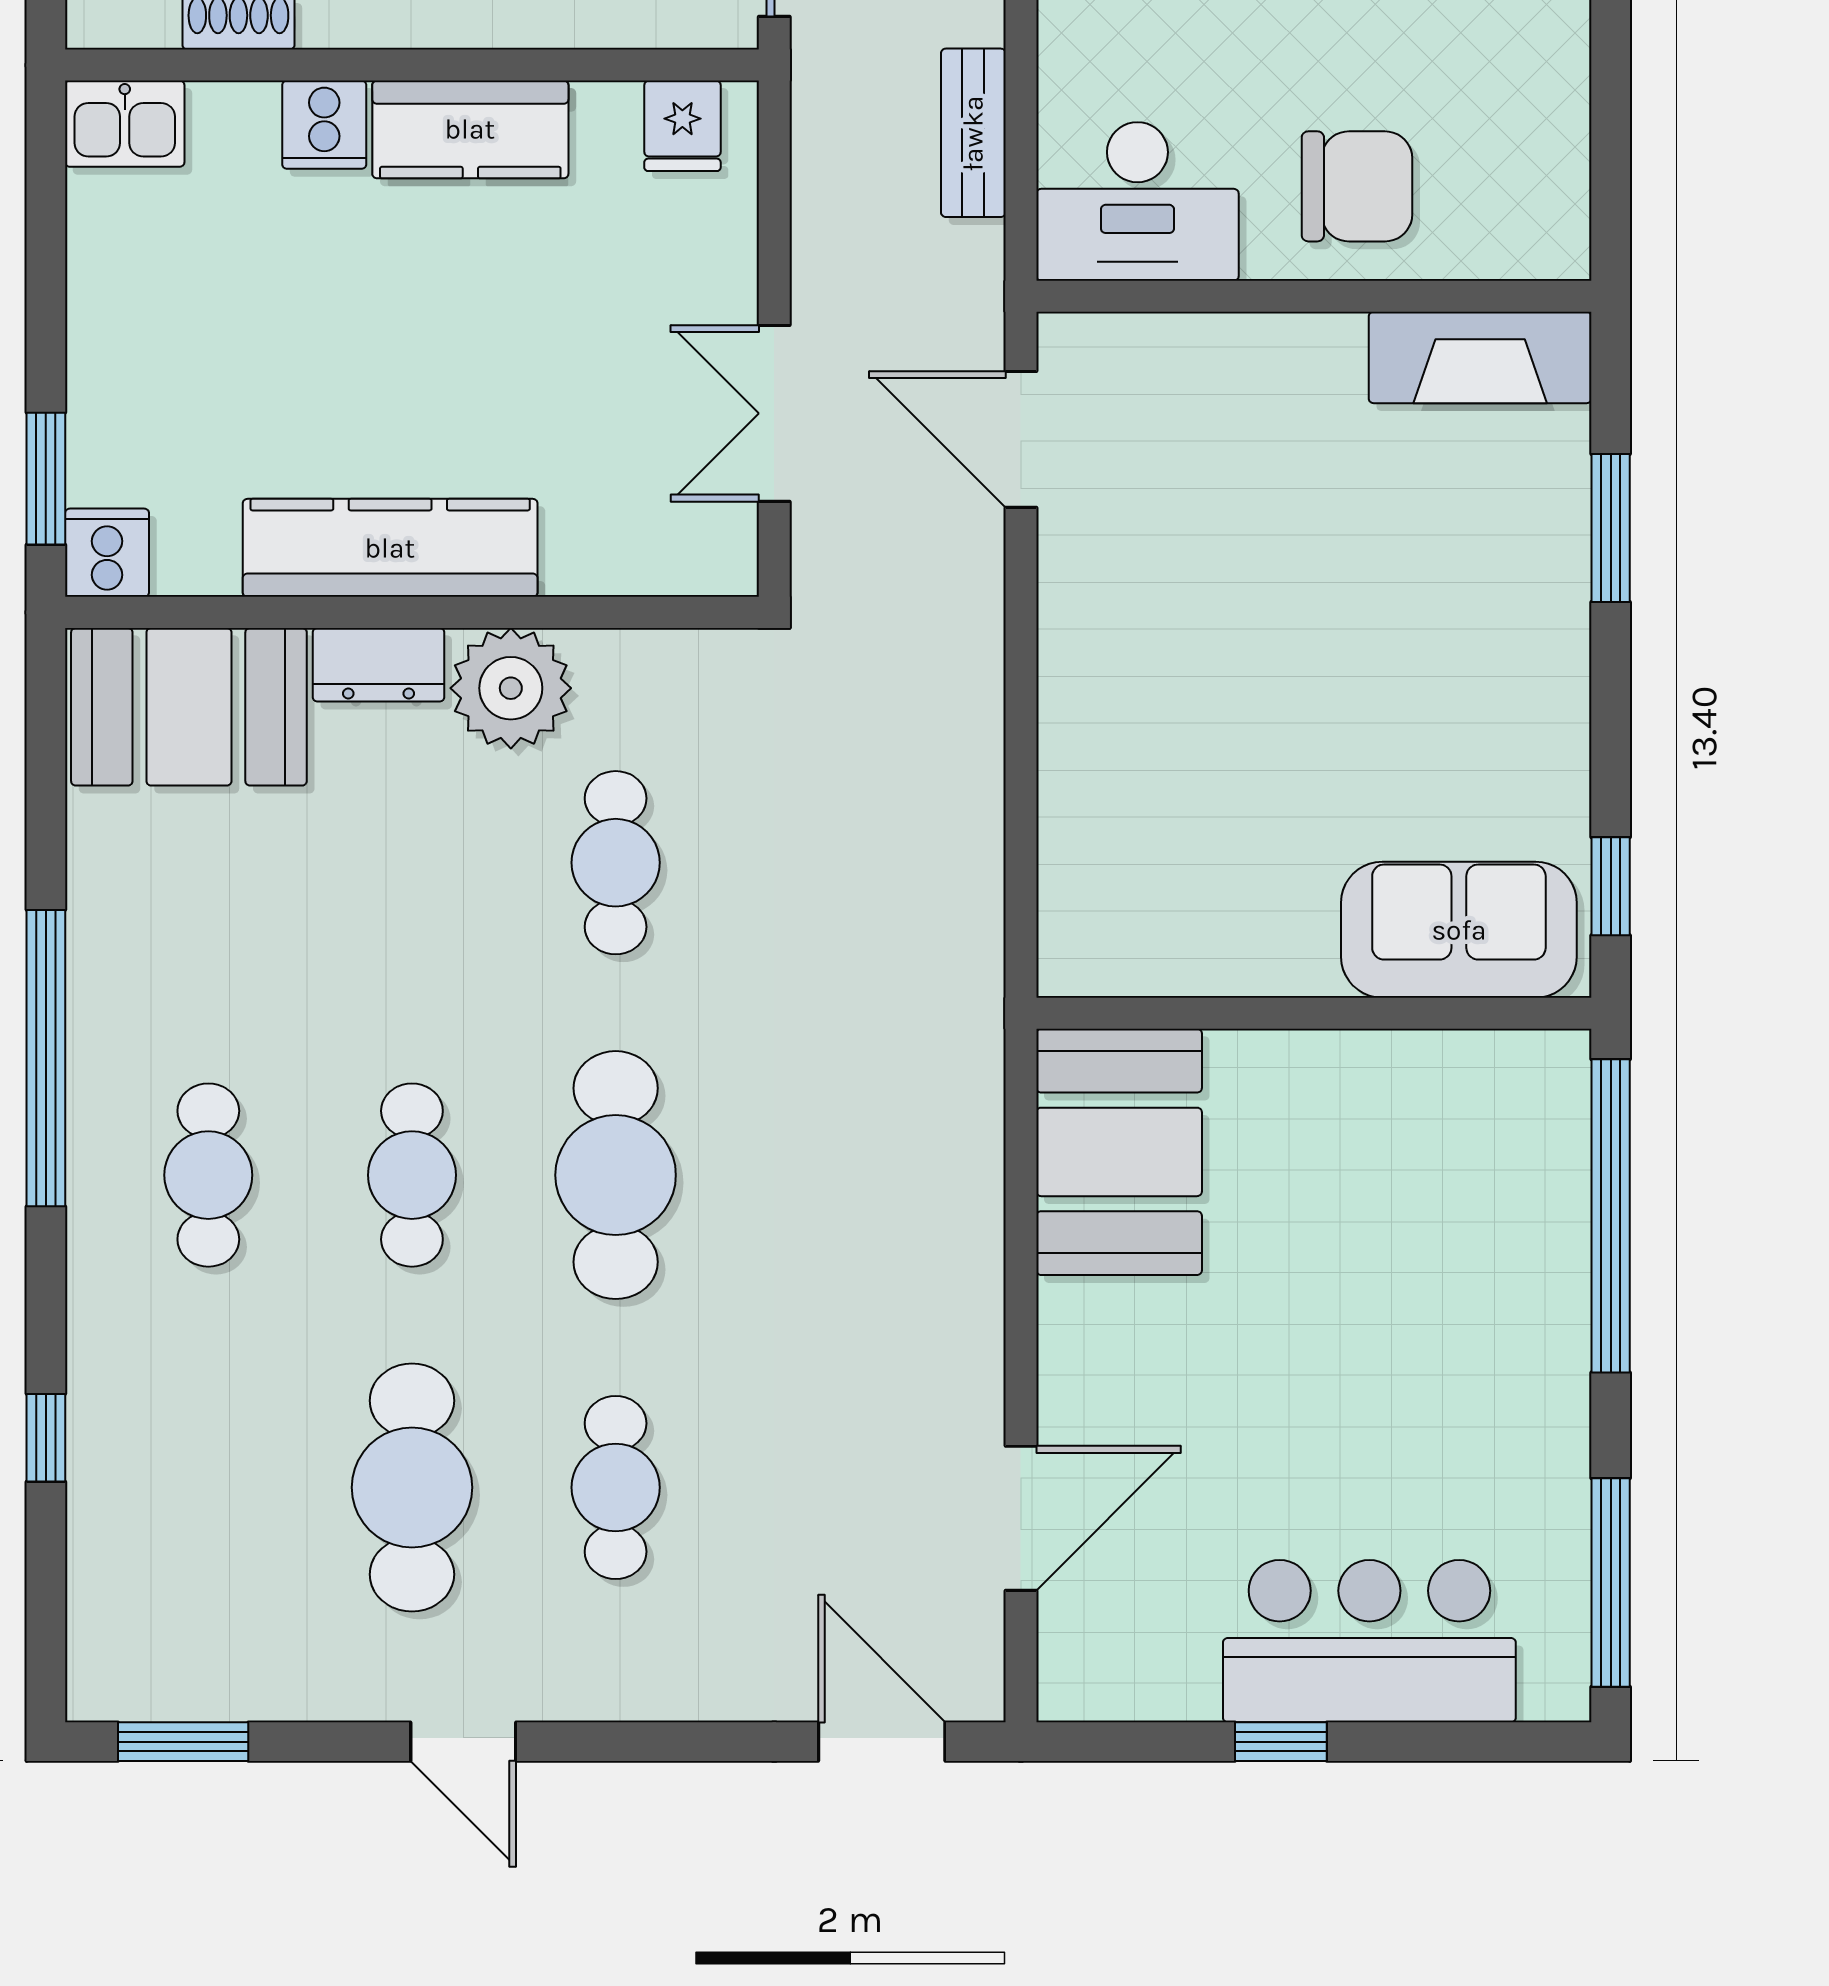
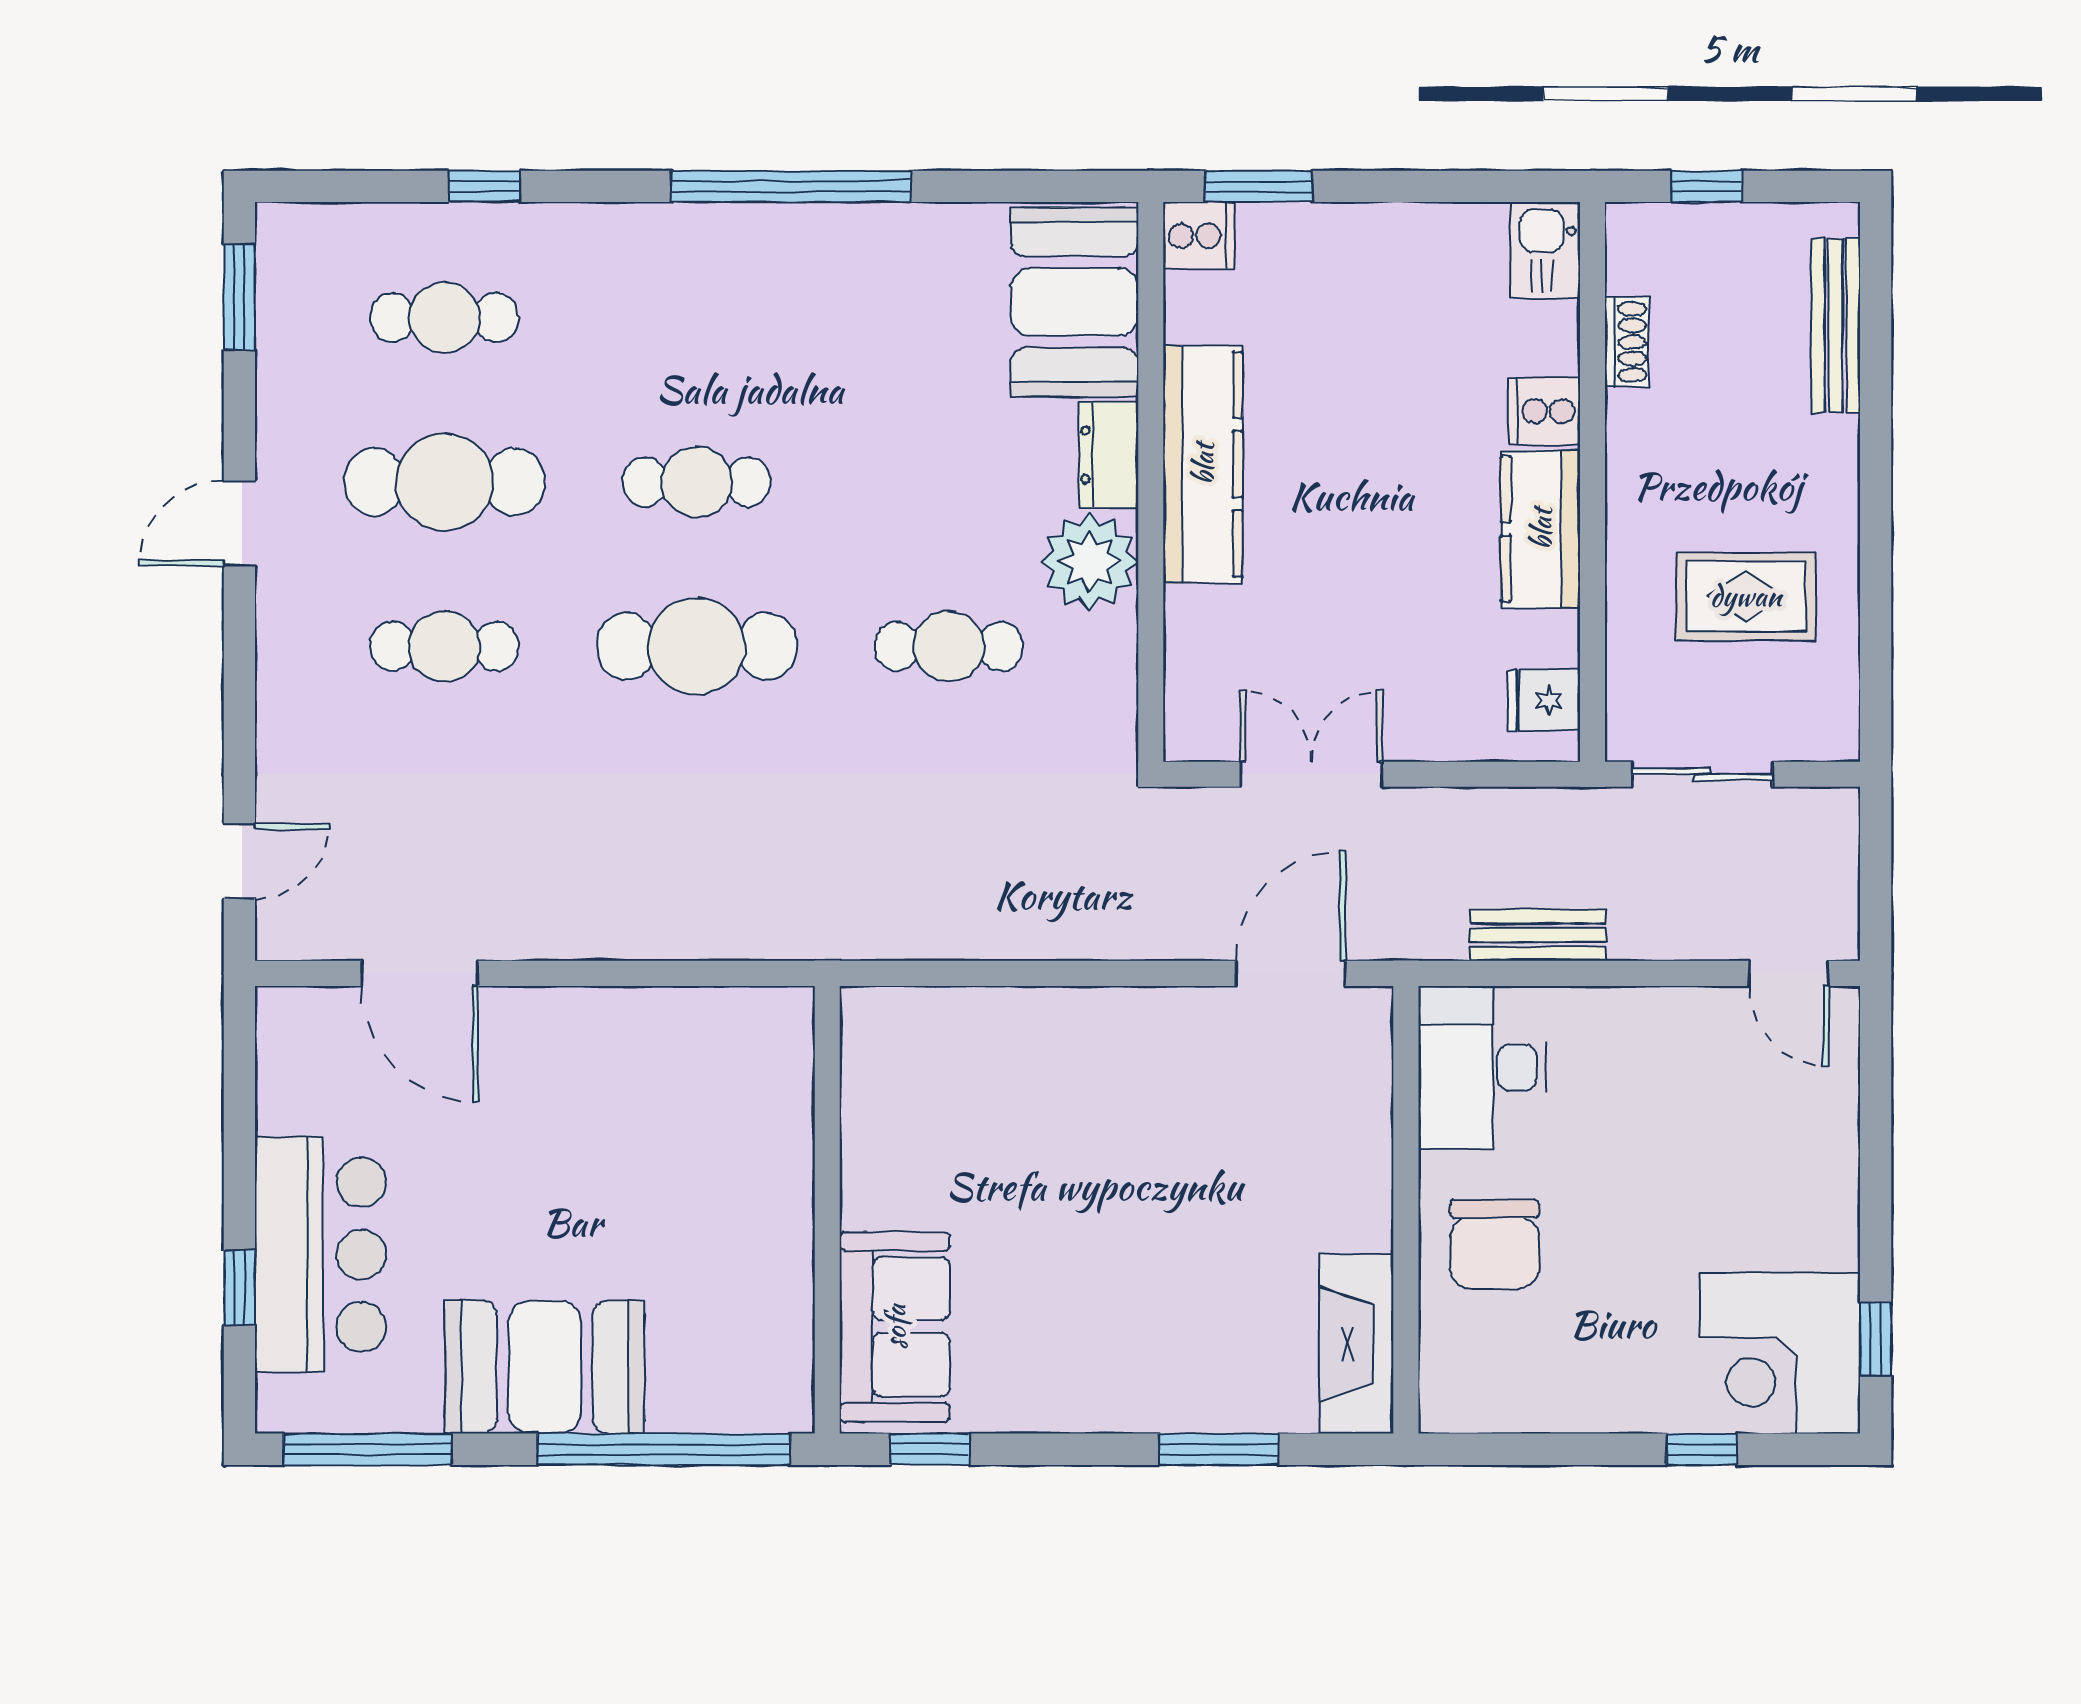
booth: (1119, 1152) -> (545, 1367), moved
cafe table: (208, 1175) -> (445, 318), moved
door: (882, 1742) -> (239, 861), width x0.73
window: (1281, 1742) -> (239, 1288), moved

